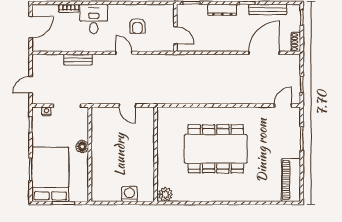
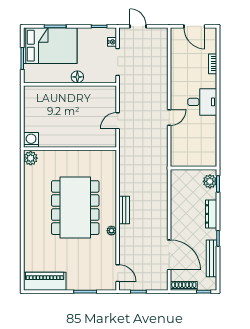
plant: (189, 11) -> (210, 181), added
desk: (94, 19) -> (202, 102), moved
armchair: (137, 26) -> (196, 131), removed
door: (175, 35) -> (186, 168), removed
shoe rack: (296, 42) -> (184, 286), width x1.43
bench: (78, 60) -> (124, 210), moved
plant: (239, 112) -> (111, 231), added
washing machine: (129, 194) -> (31, 140), moved, turned -90

